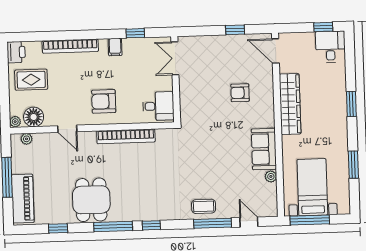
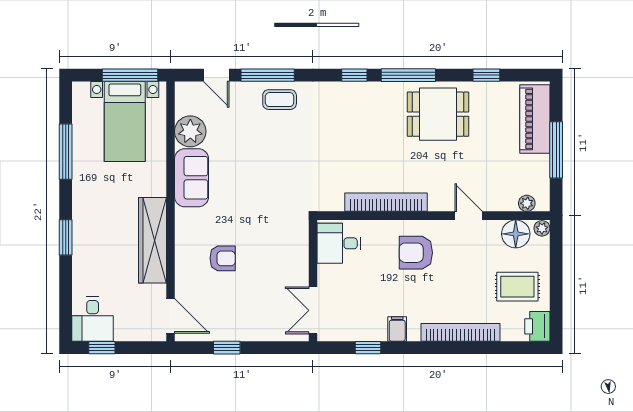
double door: (175, 58) -> (313, 310), swing flipped
armchair: (104, 101) -> (416, 253), turned 180
window: (353, 165) -> (66, 152), width x1.44
plant: (271, 176) -> (190, 131), width x1.87, depth x1.87
dining table: (91, 200) -> (438, 114), turned 90

